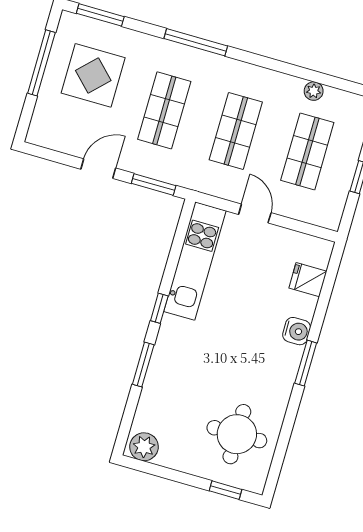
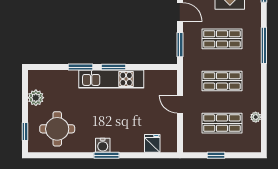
door: (255, 214) -> (180, 104), swing flipped
kitchen unit: (195, 261) -> (111, 79), moved
window: (159, 308) -> (114, 67), width x1.50
water cooler: (297, 331) -> (103, 145), moved
plant: (144, 447) -> (36, 98), moved

